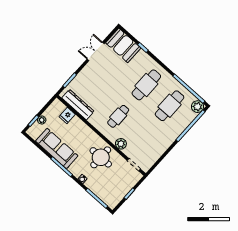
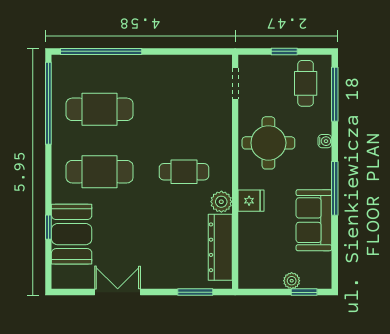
booth: (123, 45) -> (72, 234), moved
double door: (96, 51) -> (118, 292), swing flipped
plant: (198, 107) -> (63, 66), removed
fridge: (67, 116) -> (251, 201), moved
plant: (121, 144) -> (221, 202), moved
sofa: (57, 148) -> (314, 220), width x0.73
cafe table: (110, 191) -> (306, 83), added

